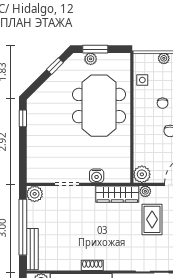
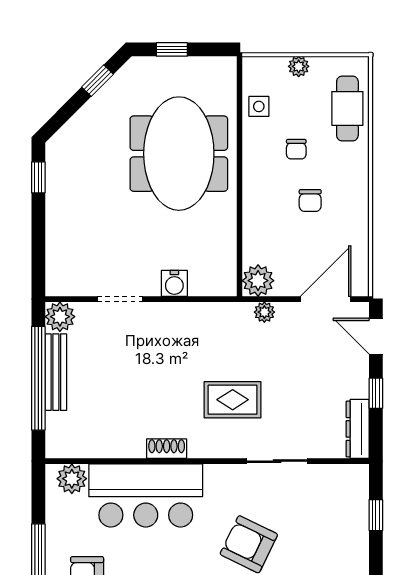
window: (95, 49) -> (172, 49), width x0.67
plant: (91, 59) -> (163, 67), removed
wardrobe: (117, 194) -> (213, 317), removed
rug: (152, 219) -> (233, 400), moved, turned 90
bench: (32, 249) -> (56, 372), moved

